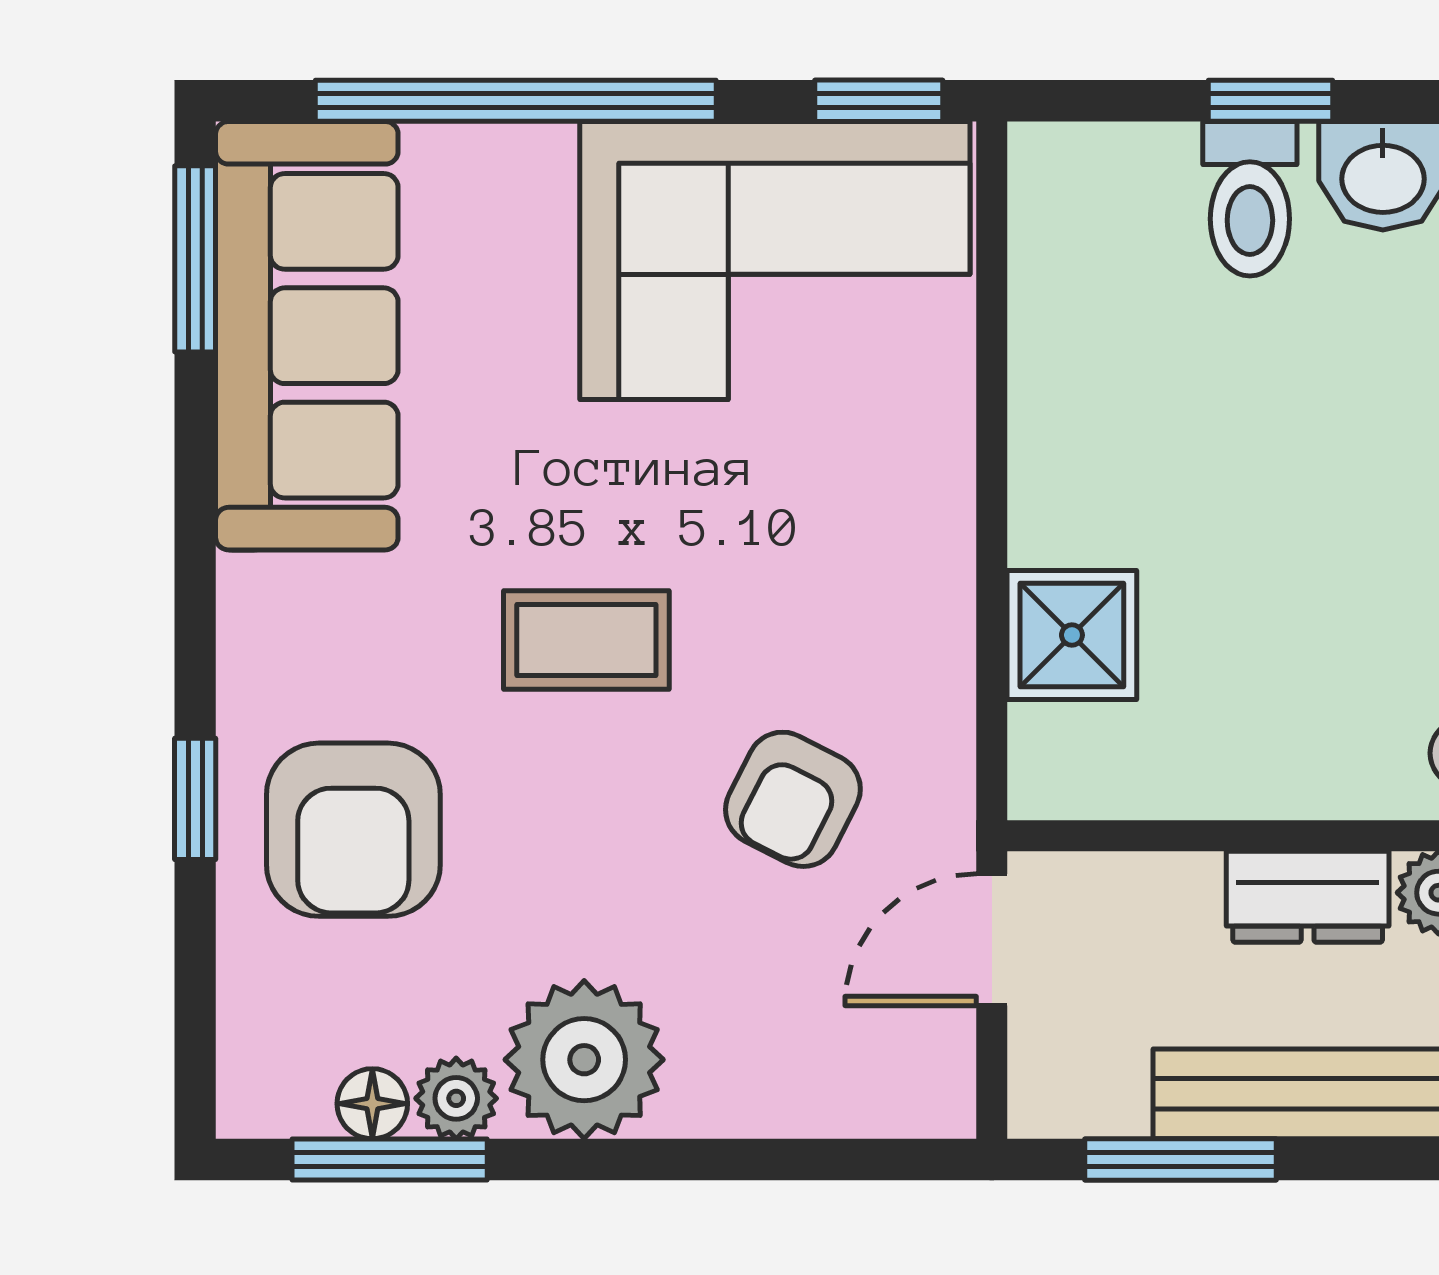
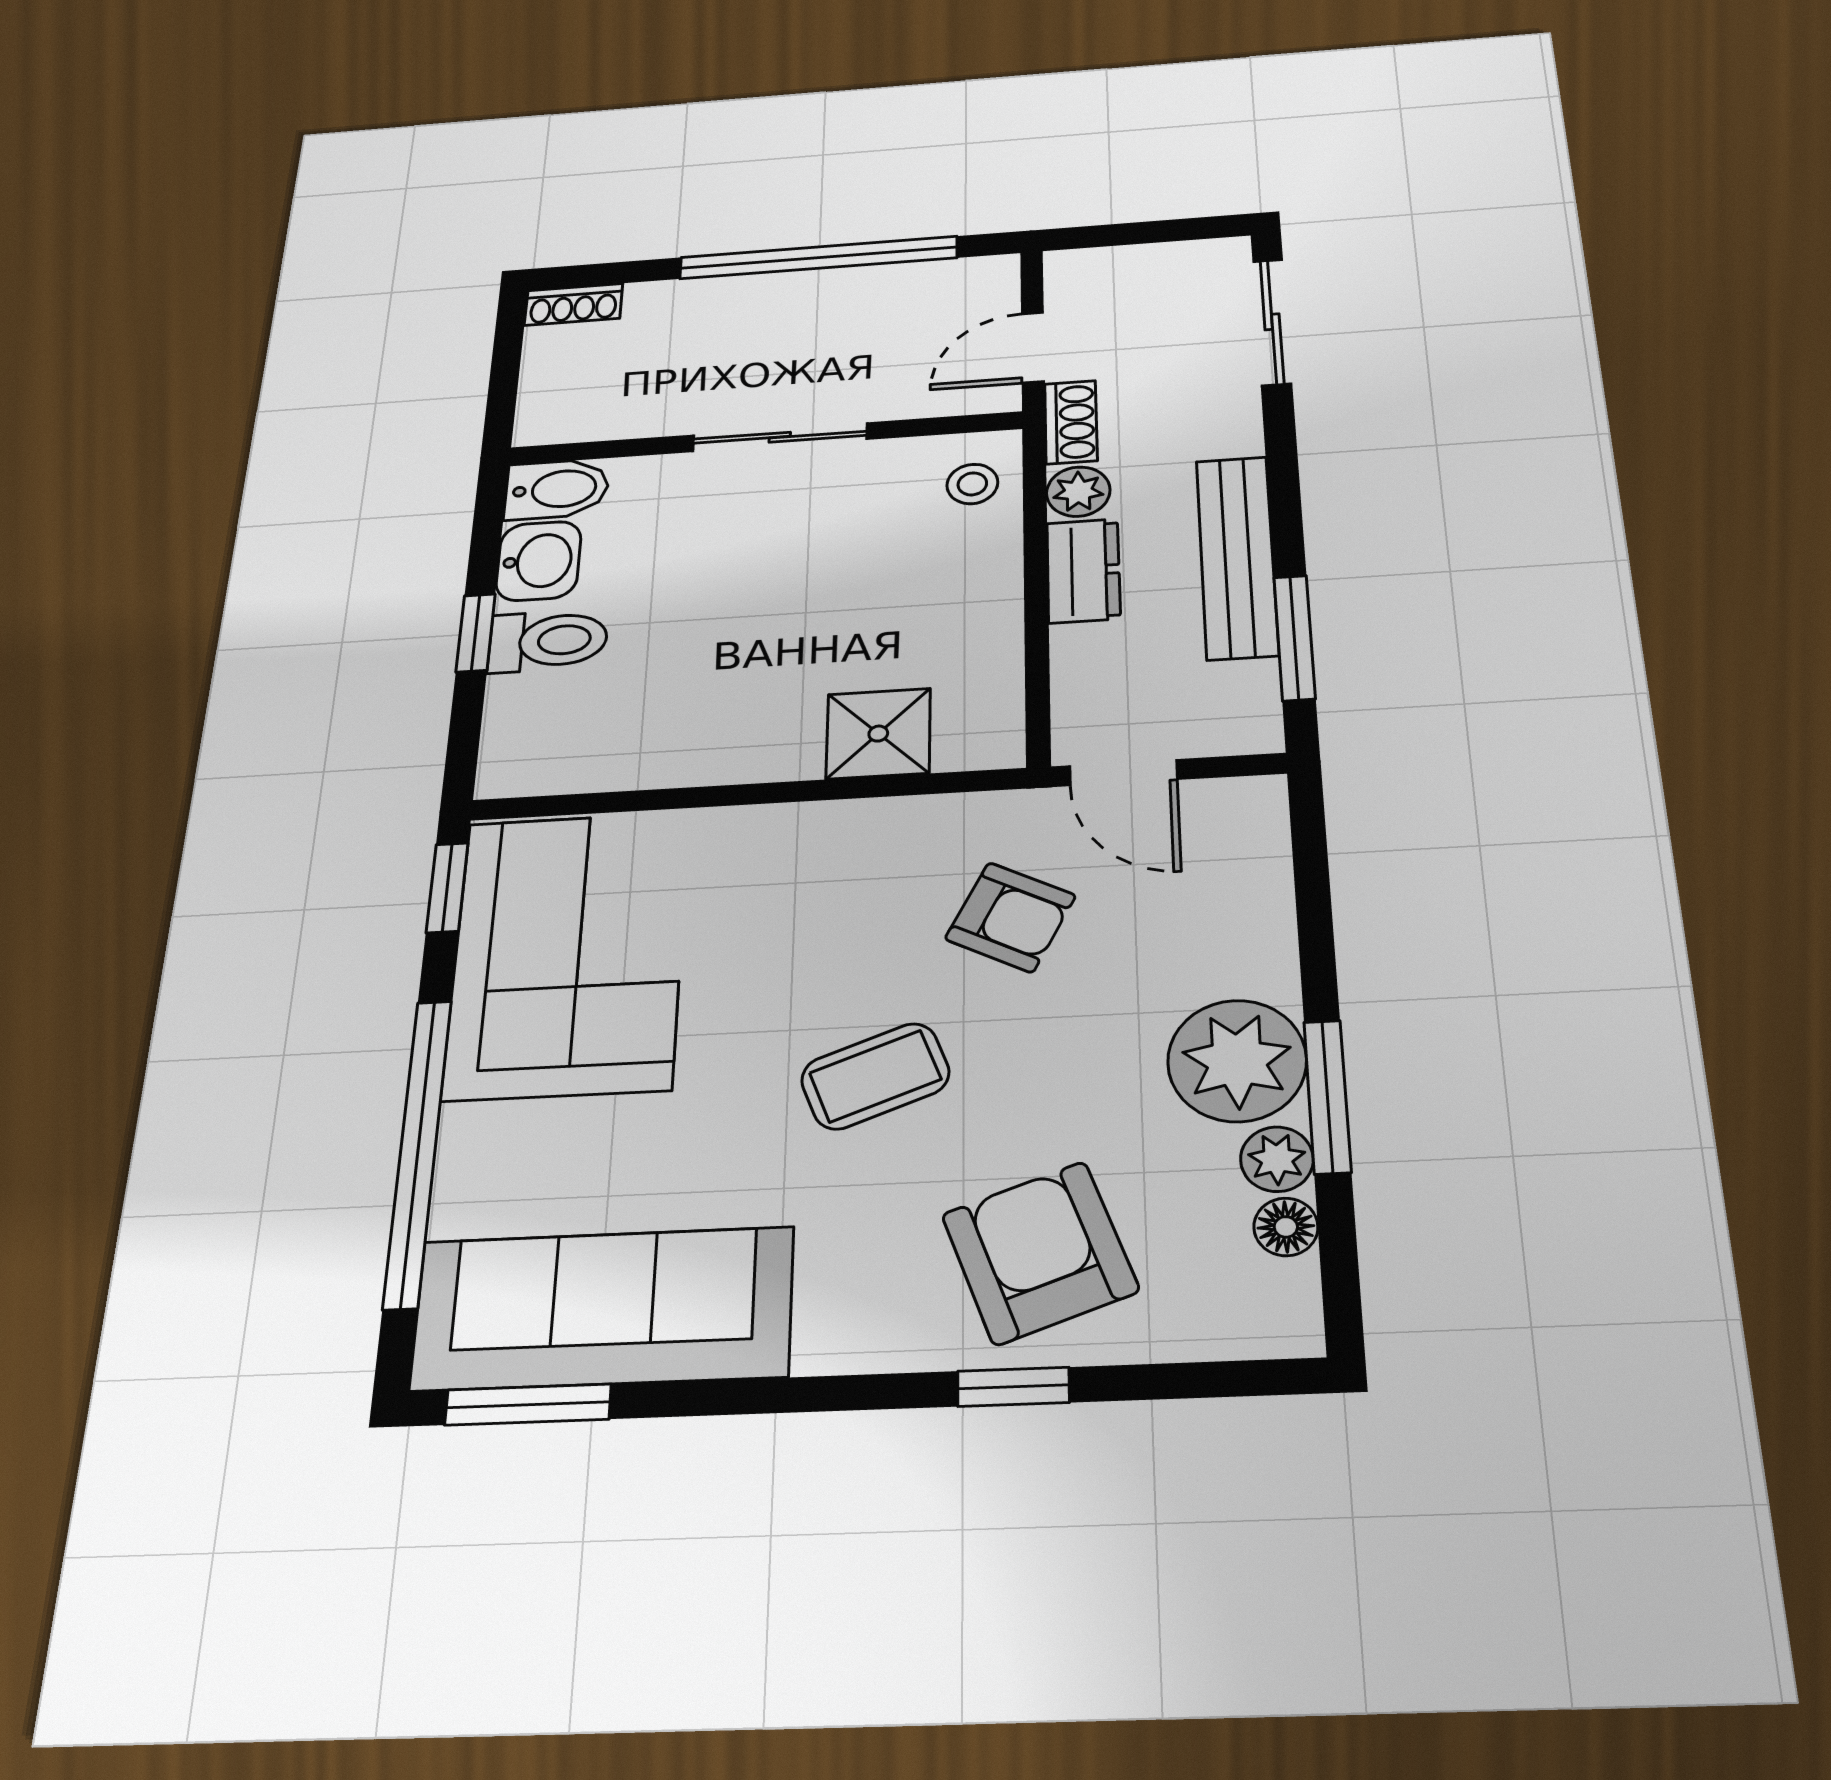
coffee table: (586, 640) -> (875, 1076), turned 69
armchair: (353, 830) -> (1040, 1253), turned -110
window: (390, 1159) -> (1327, 1097), moved

